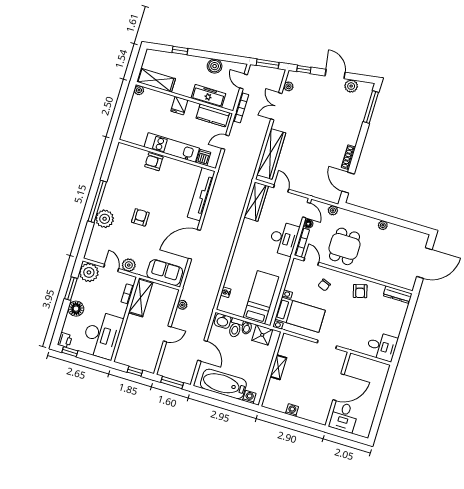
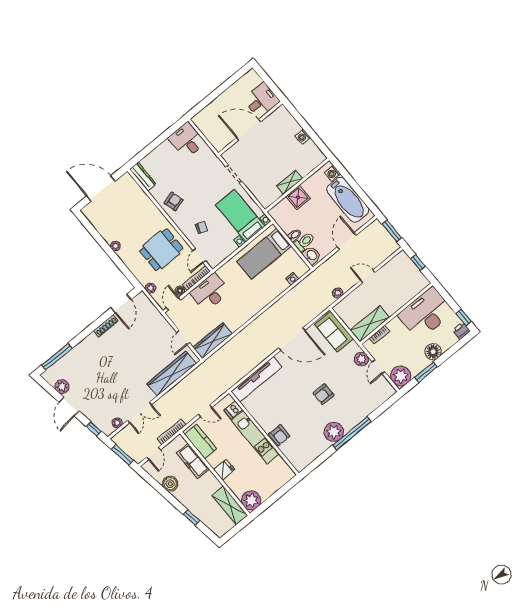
plant: (139, 90) -> (251, 500), width x1.88, depth x1.88
plant: (105, 219) -> (334, 432), moved
shower: (262, 335) -> (298, 197), moved

